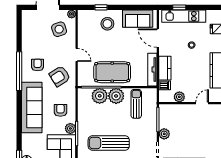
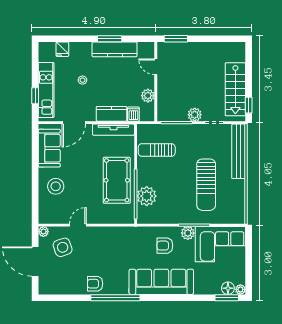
window: (101, 7) -> (35, 194), removed
door: (77, 55) -> (78, 225), moved
armchair: (38, 65) -> (95, 284), moved
armchair: (60, 76) -> (122, 247), removed
plant: (116, 96) -> (147, 175), removed

